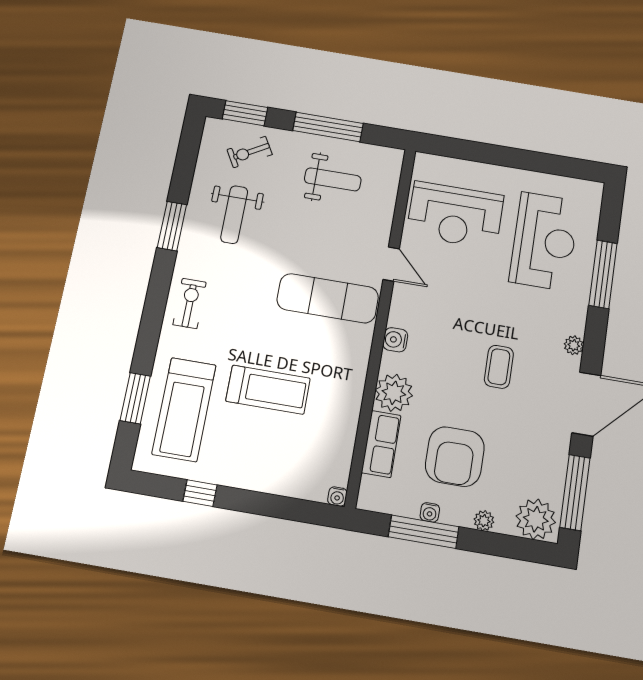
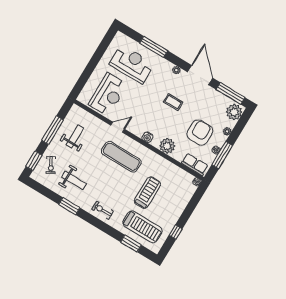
exercise mat: (328, 298) -> (121, 157), turned 90
row of seats: (381, 444) -> (195, 164), moved
armchair: (455, 457) -> (200, 133), turned -90

